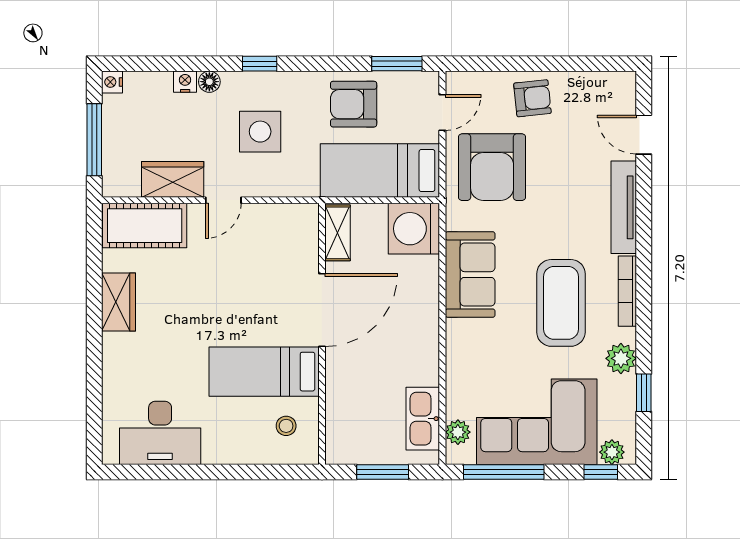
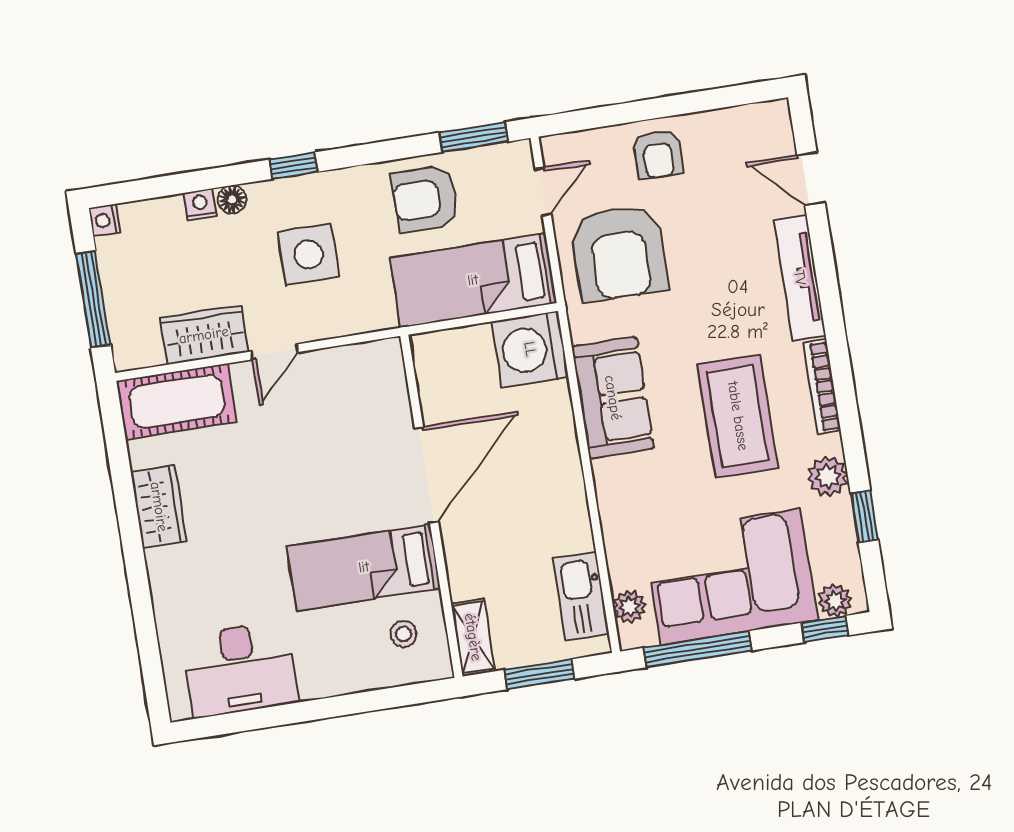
armchair: (532, 98) -> (658, 154), turned 96
shelving: (337, 233) -> (473, 637), moved

